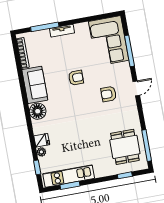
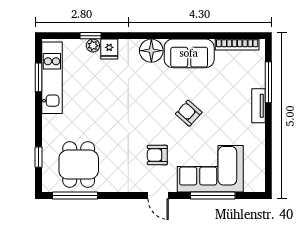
corner sofa: (109, 41) -> (210, 169), moved
armchair: (76, 78) -> (189, 113), turned 132
armchair: (109, 94) -> (157, 155), turned -90
dining table: (125, 147) -> (79, 165), turned 90
window: (37, 167) -> (90, 36), moved

